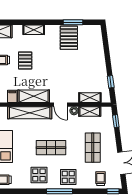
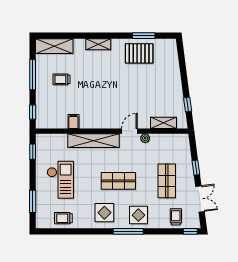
pallet: (69, 38) -> (139, 53), turned 90
pallet: (25, 60) -> (88, 80), removed
shelving: (34, 96) -> (98, 121), removed
door: (61, 105) -> (129, 131), swing flipped
shelving: (90, 112) -> (163, 139), removed
window: (116, 121) -> (196, 168), moved

